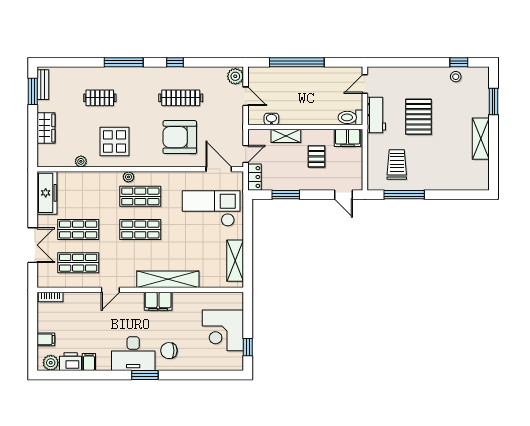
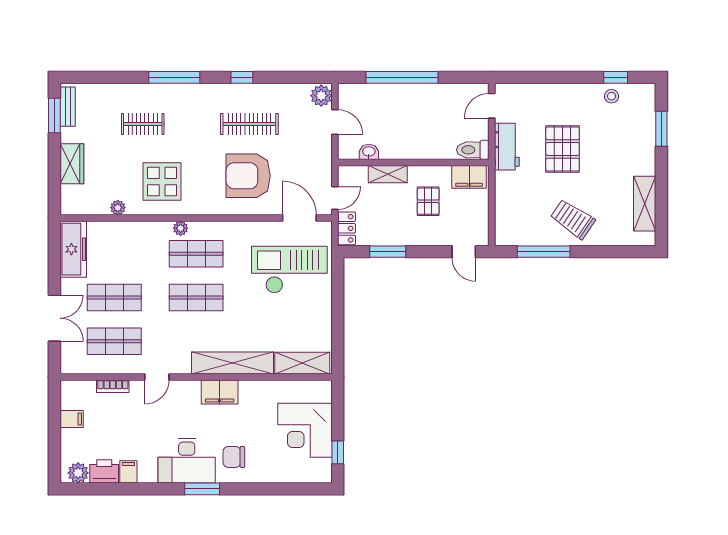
shelving: (481, 139) -> (645, 204), moved
trolley: (397, 164) -> (573, 219), moved, turned -56
shelving: (235, 261) -> (302, 363), moved, turned 90
bookcase: (51, 297) -> (113, 386), moved
filing cabinet: (46, 339) -> (72, 419), moved

